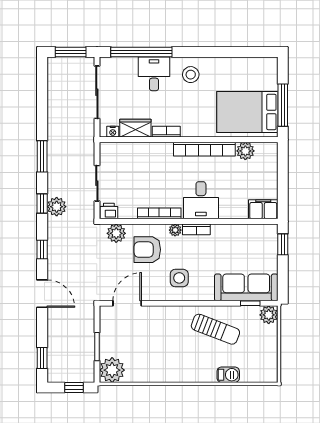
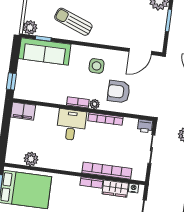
bookcase: (204, 149) -> (107, 171), moved
plant: (116, 233) -> (141, 108), removed
armchair: (147, 250) -> (119, 92), turned 180

